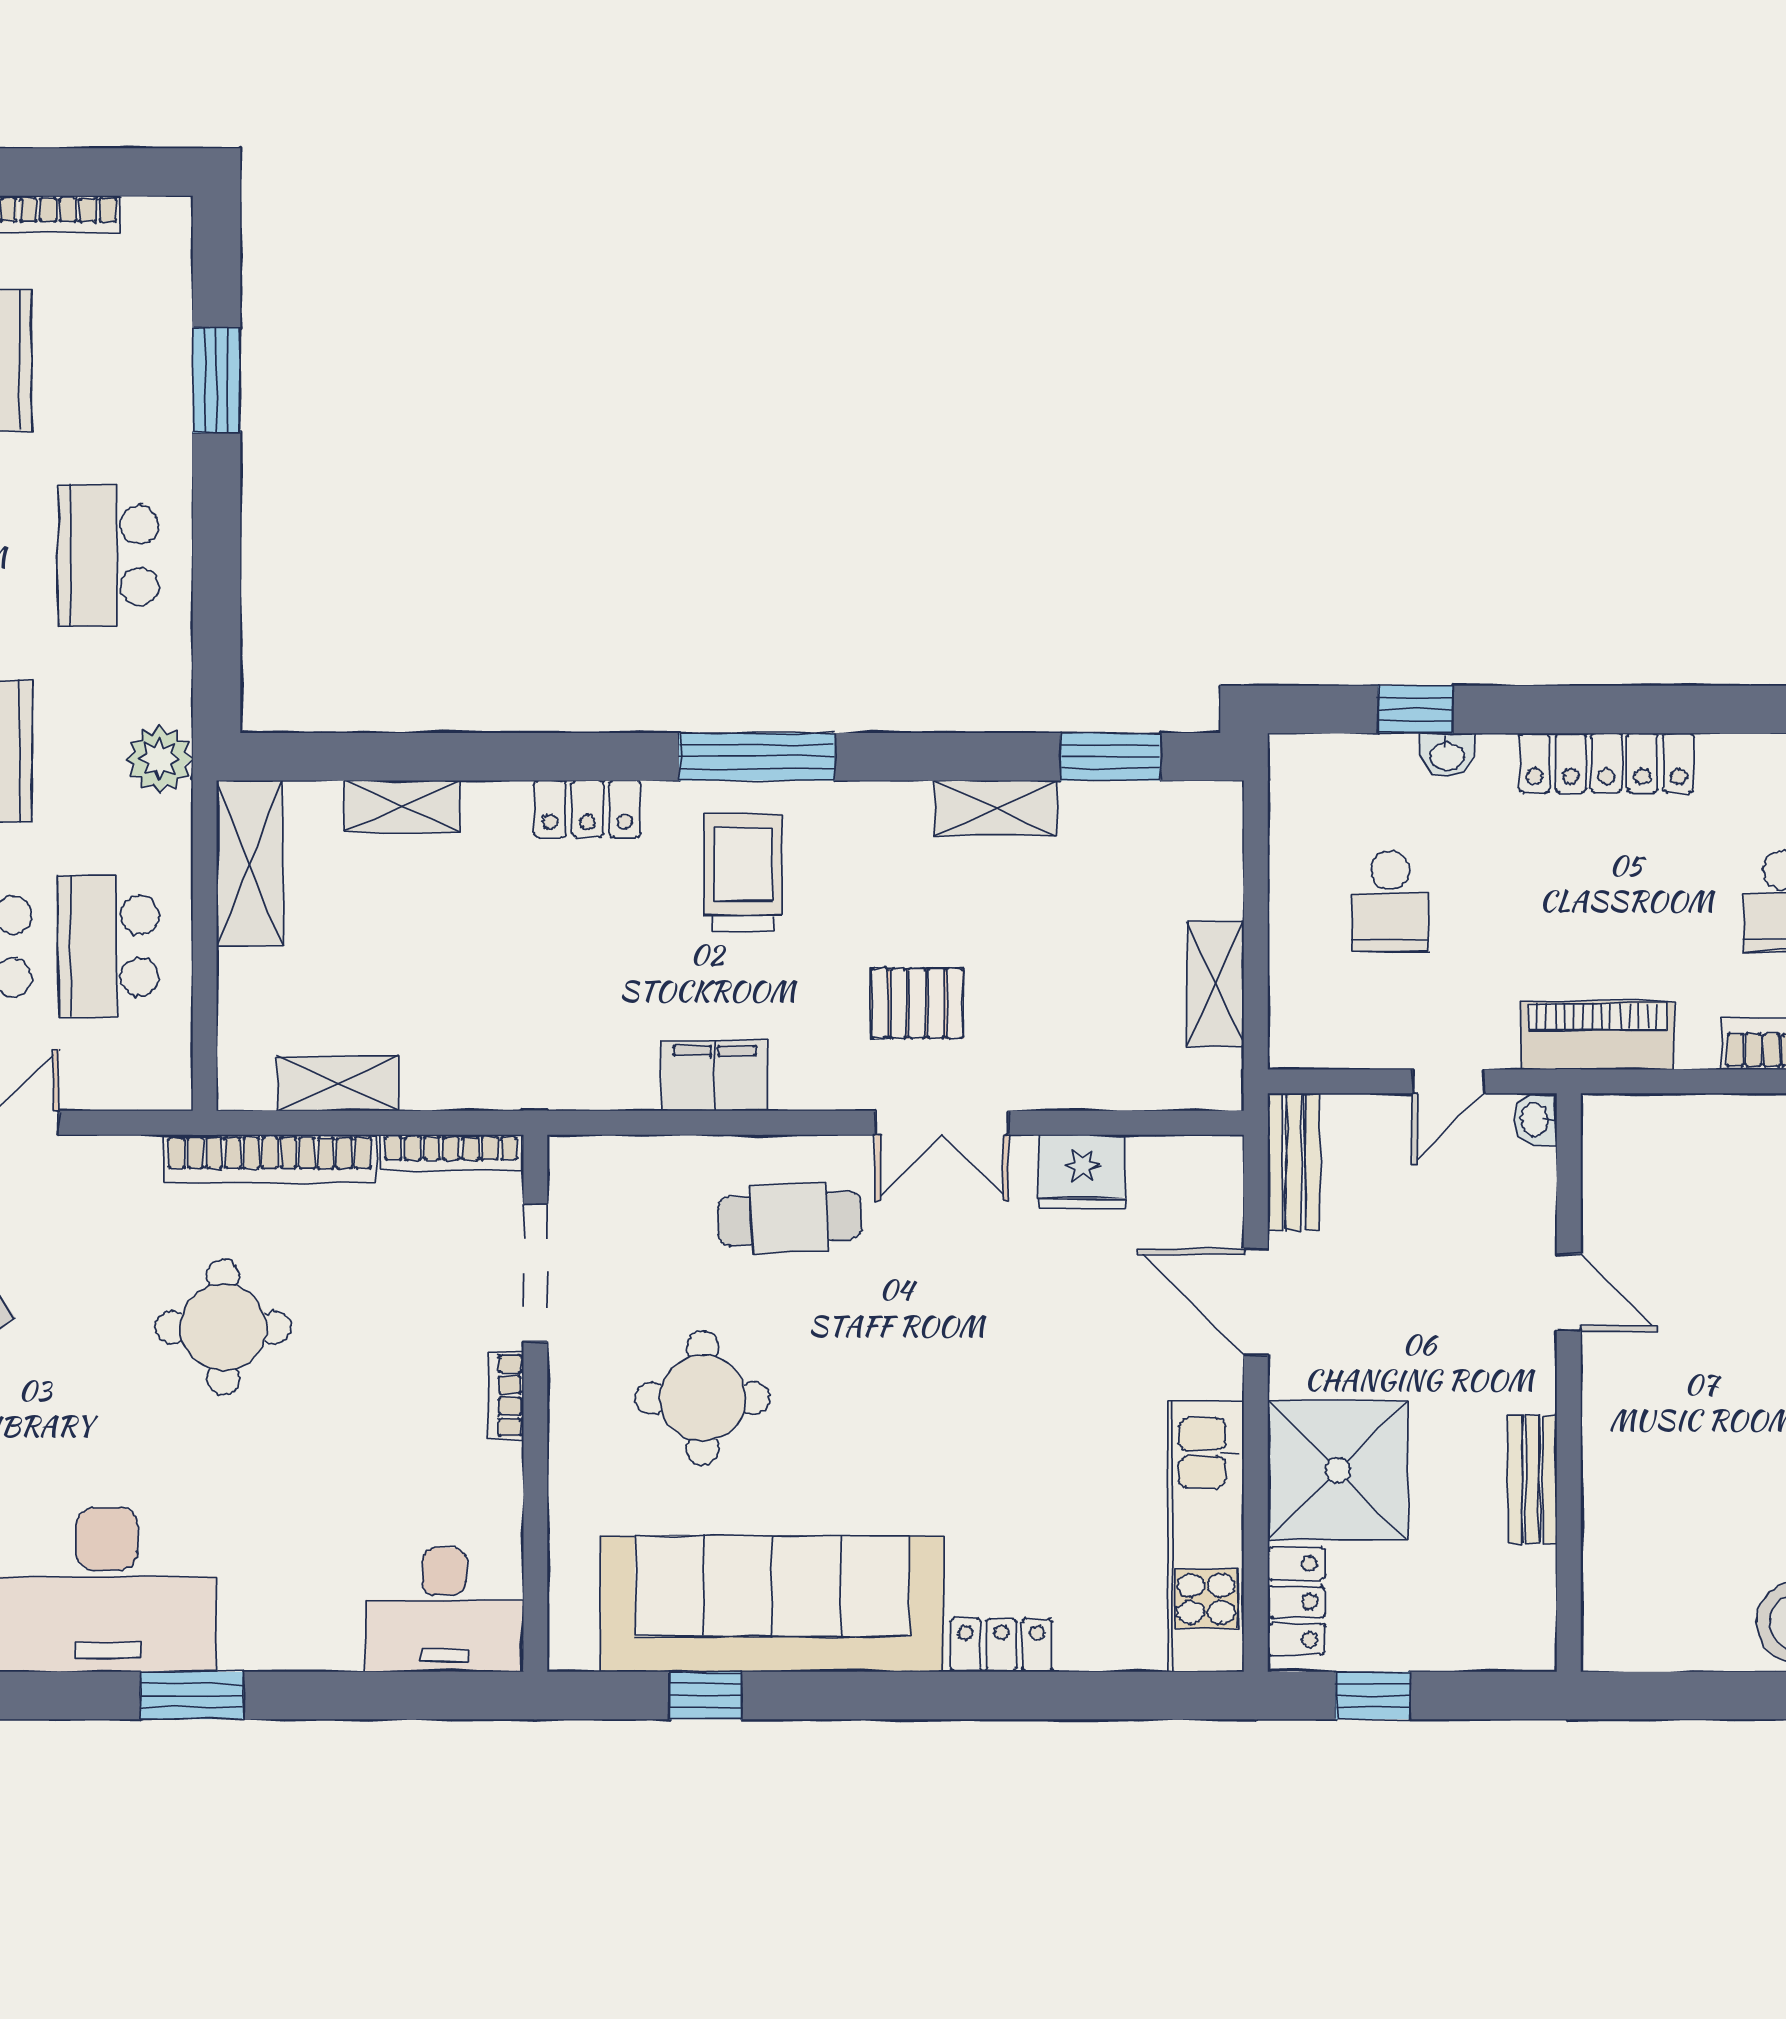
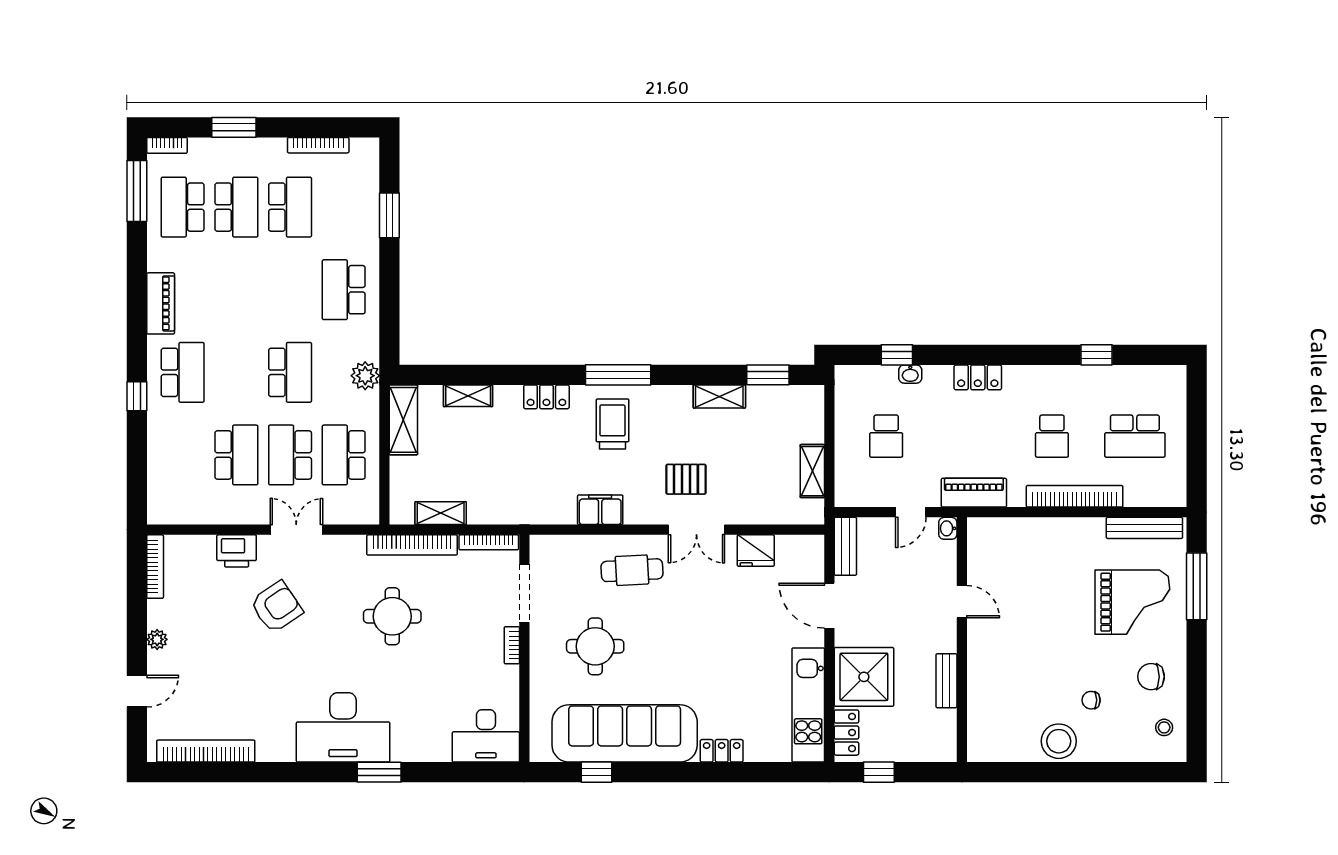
locker: (1606, 763) -> (978, 377), width x0.66

